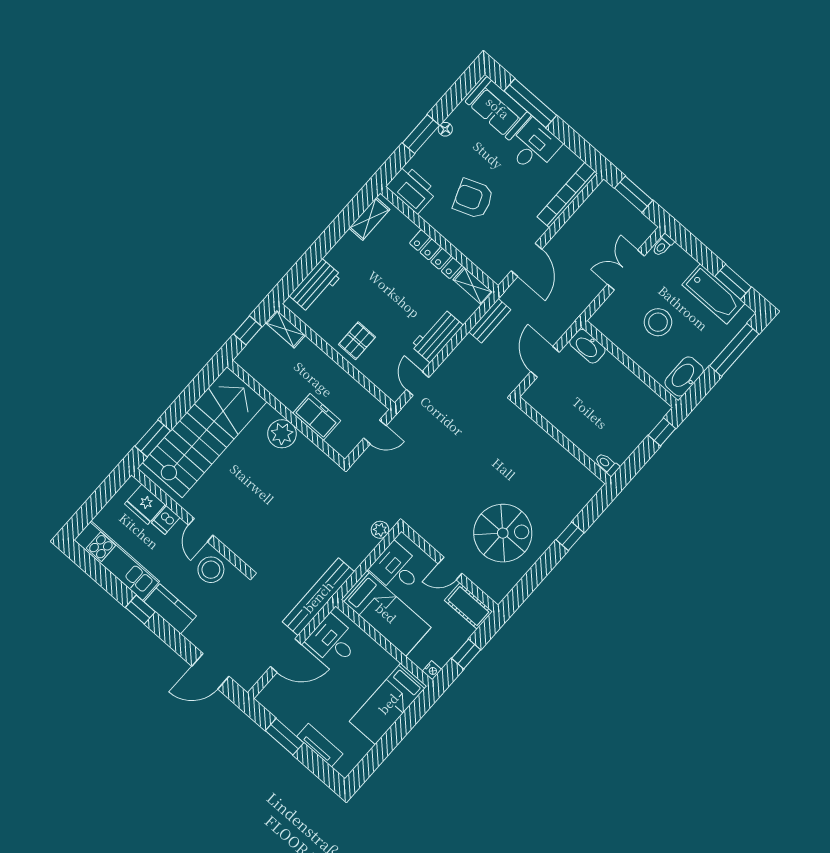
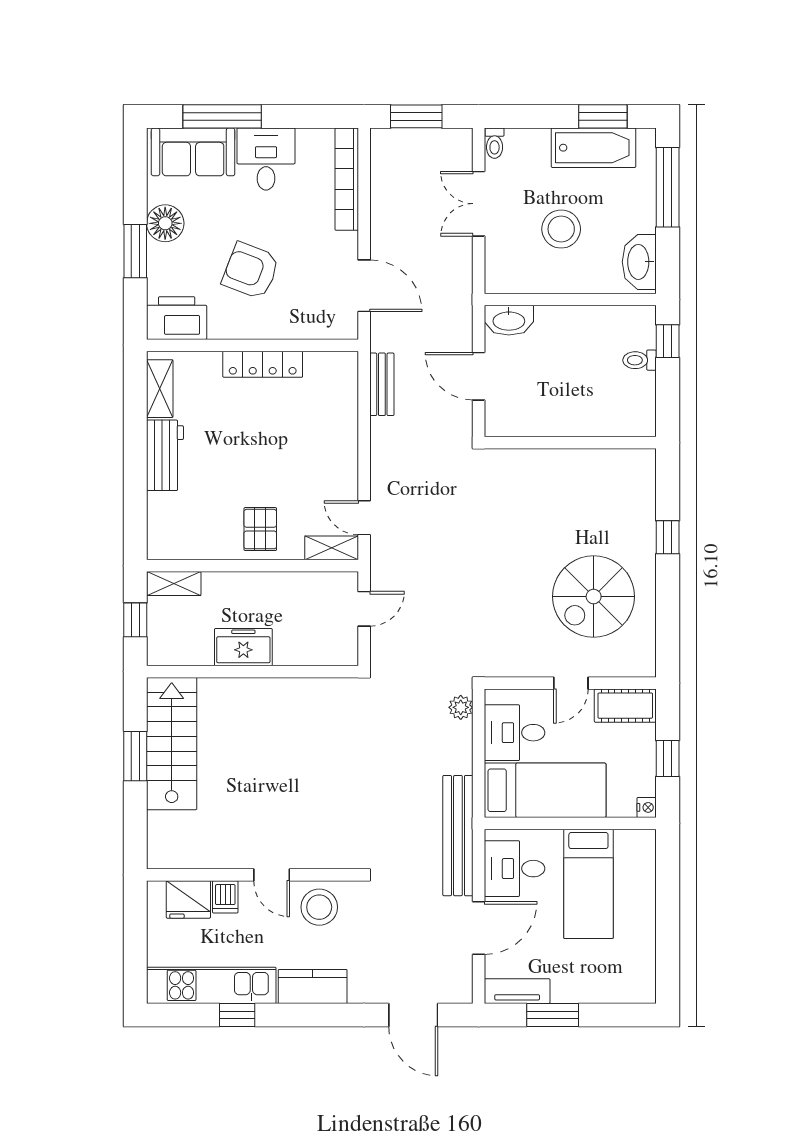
floor lamp: (445, 129) -> (165, 223), width x1.89, depth x1.89
armchair: (473, 199) -> (251, 271), turned 42
workbench: (315, 286) -> (165, 455), moved
shelving: (473, 286) -> (332, 548), moved
workbench: (437, 336) -> (340, 449), removed
freezer: (317, 417) -> (243, 647), moved
stairs: (205, 432) -> (172, 744), width x0.73, depth x0.66
plant: (282, 434) -> (268, 697), removed
window: (153, 438) -> (135, 756), moved
toilet: (607, 464) -> (640, 360), moved
spiral stairs: (503, 533) -> (594, 597), turned 180
window: (140, 610) -> (237, 1015), moved
door: (210, 671) -> (413, 1015), hinge flipped
bed: (388, 704) -> (588, 884), moved
tv unit: (320, 745) -> (517, 991), moved

